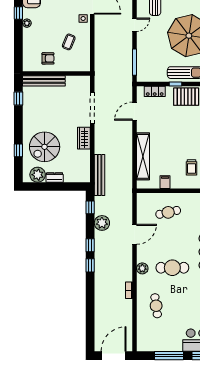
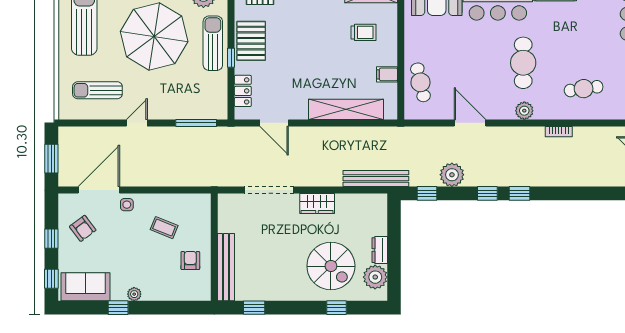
door: (135, 25) -> (137, 123), hinge flipped
cafe table: (168, 212) -> (420, 82), moved

